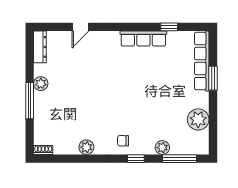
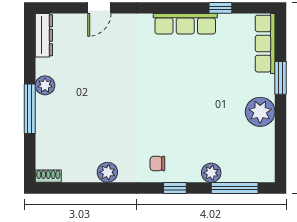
row of seats: (202, 61) -> (265, 44), width x0.73
plant: (198, 119) -> (260, 112), moved

